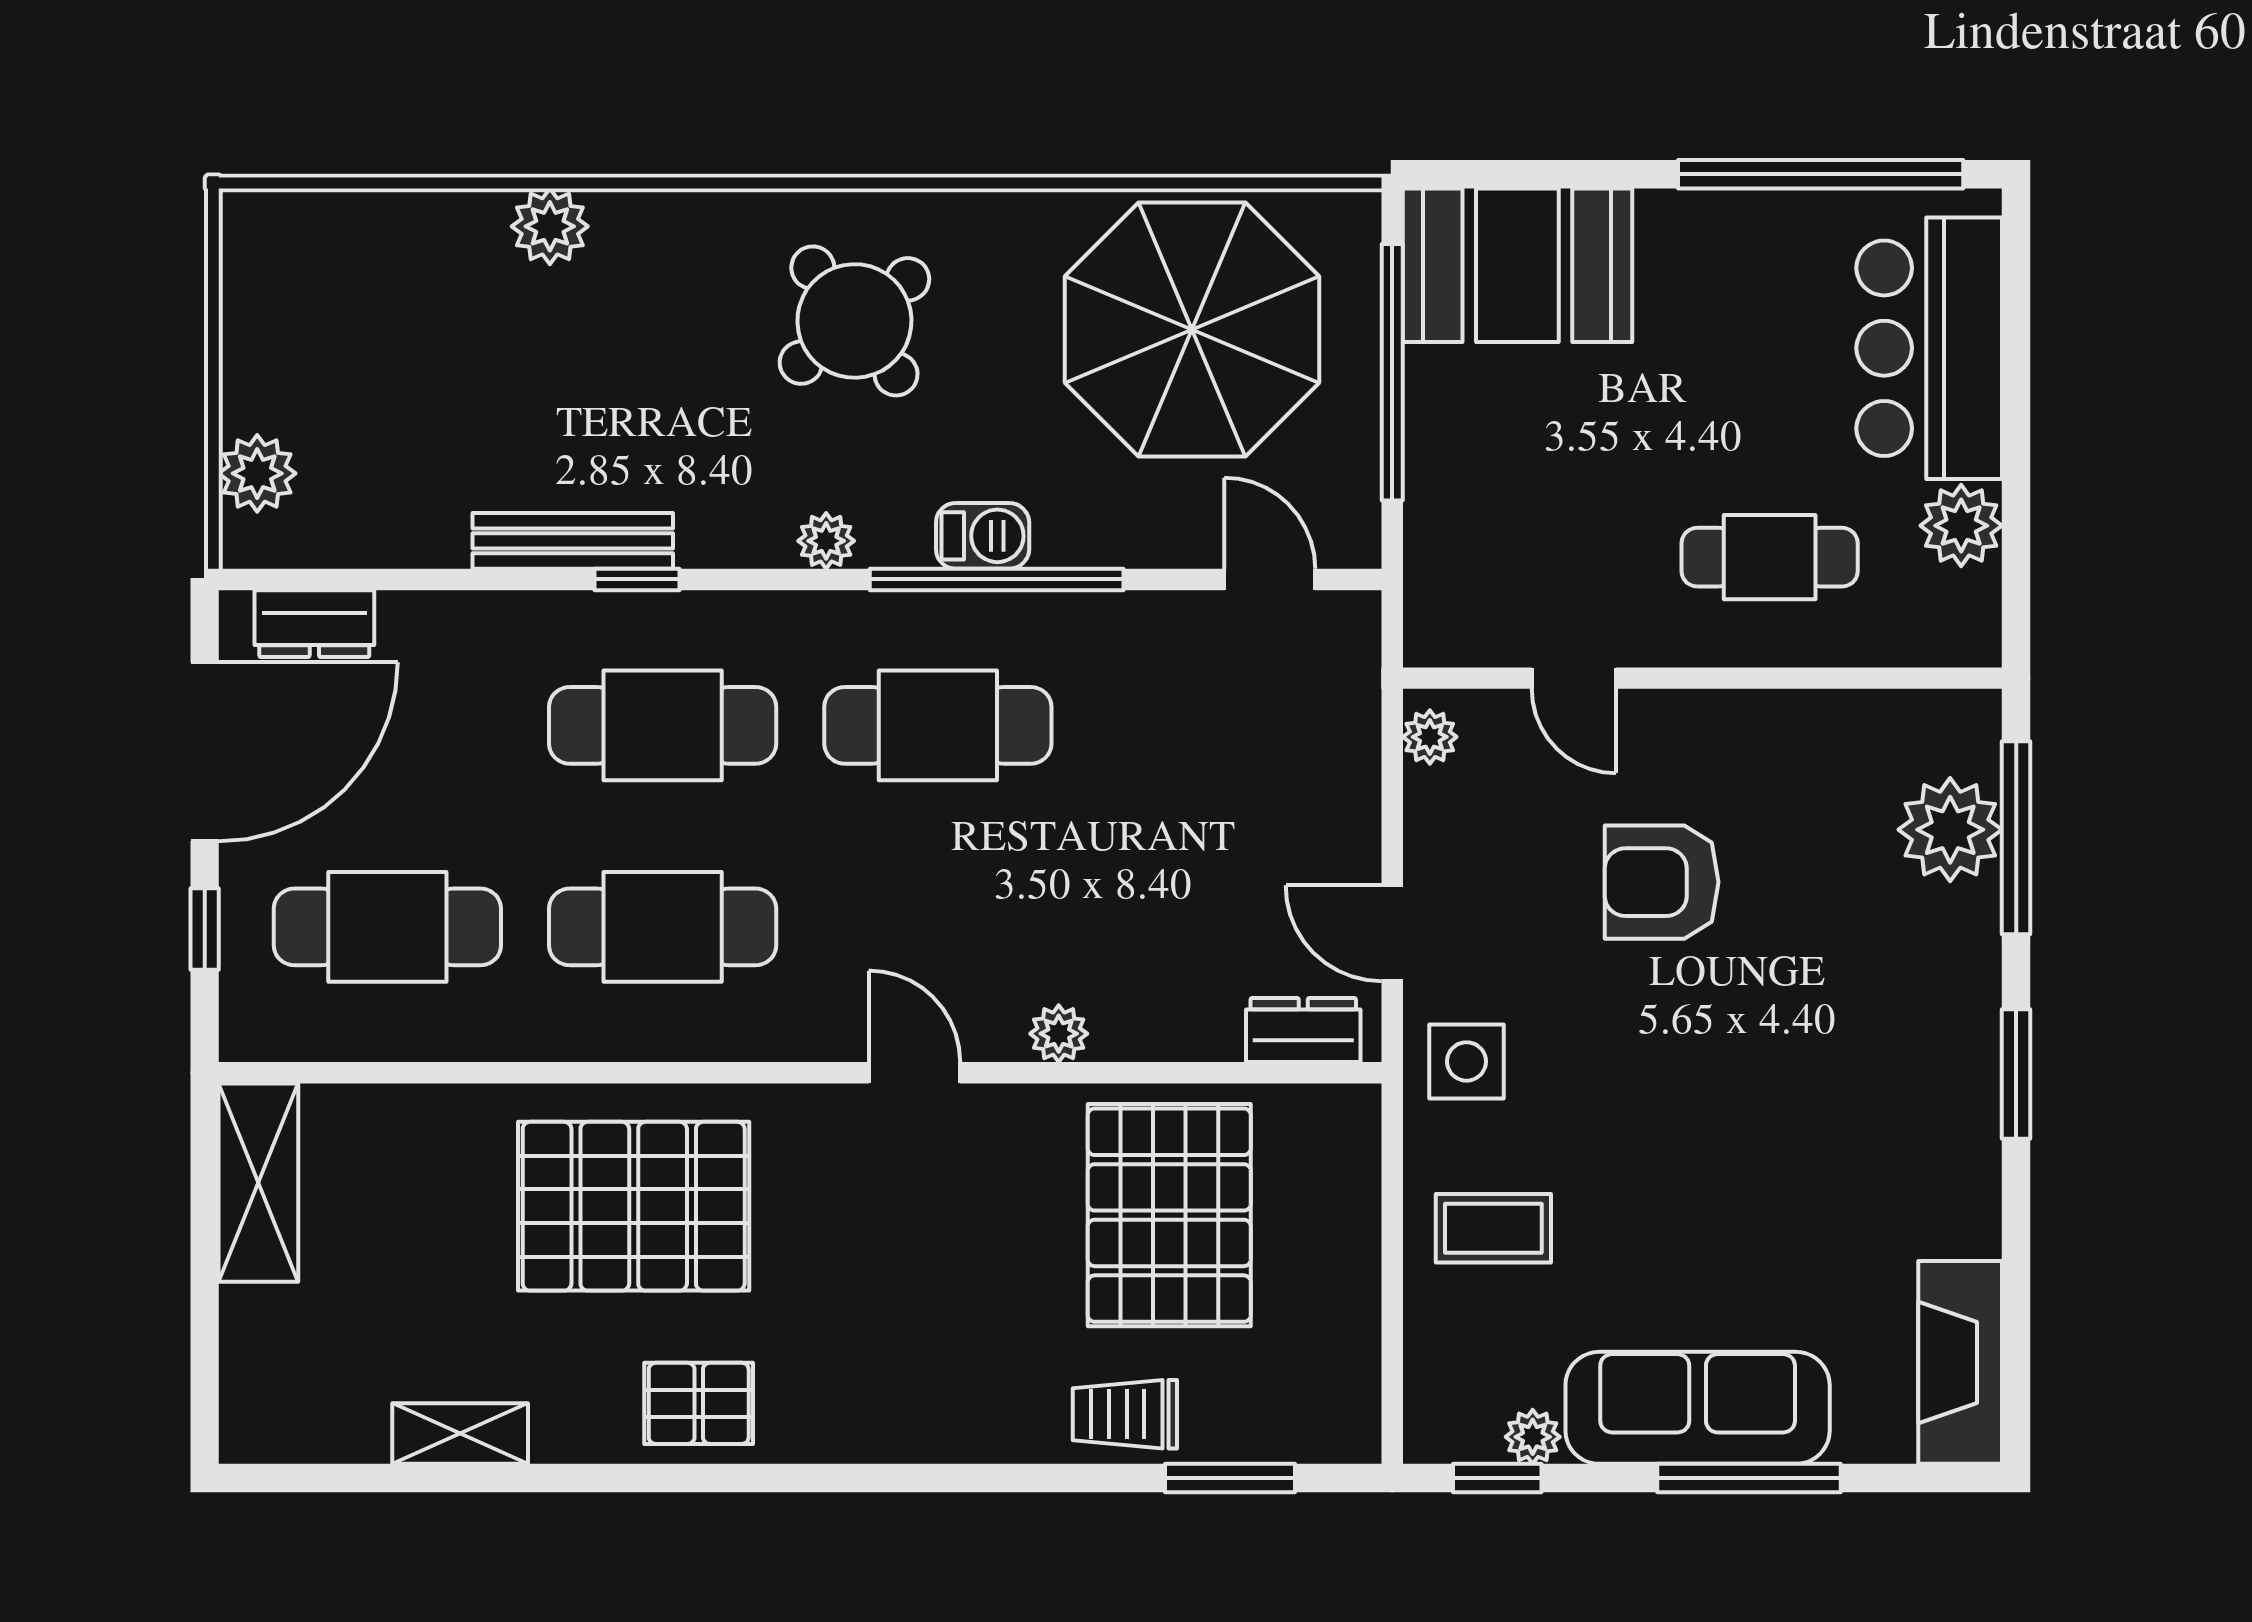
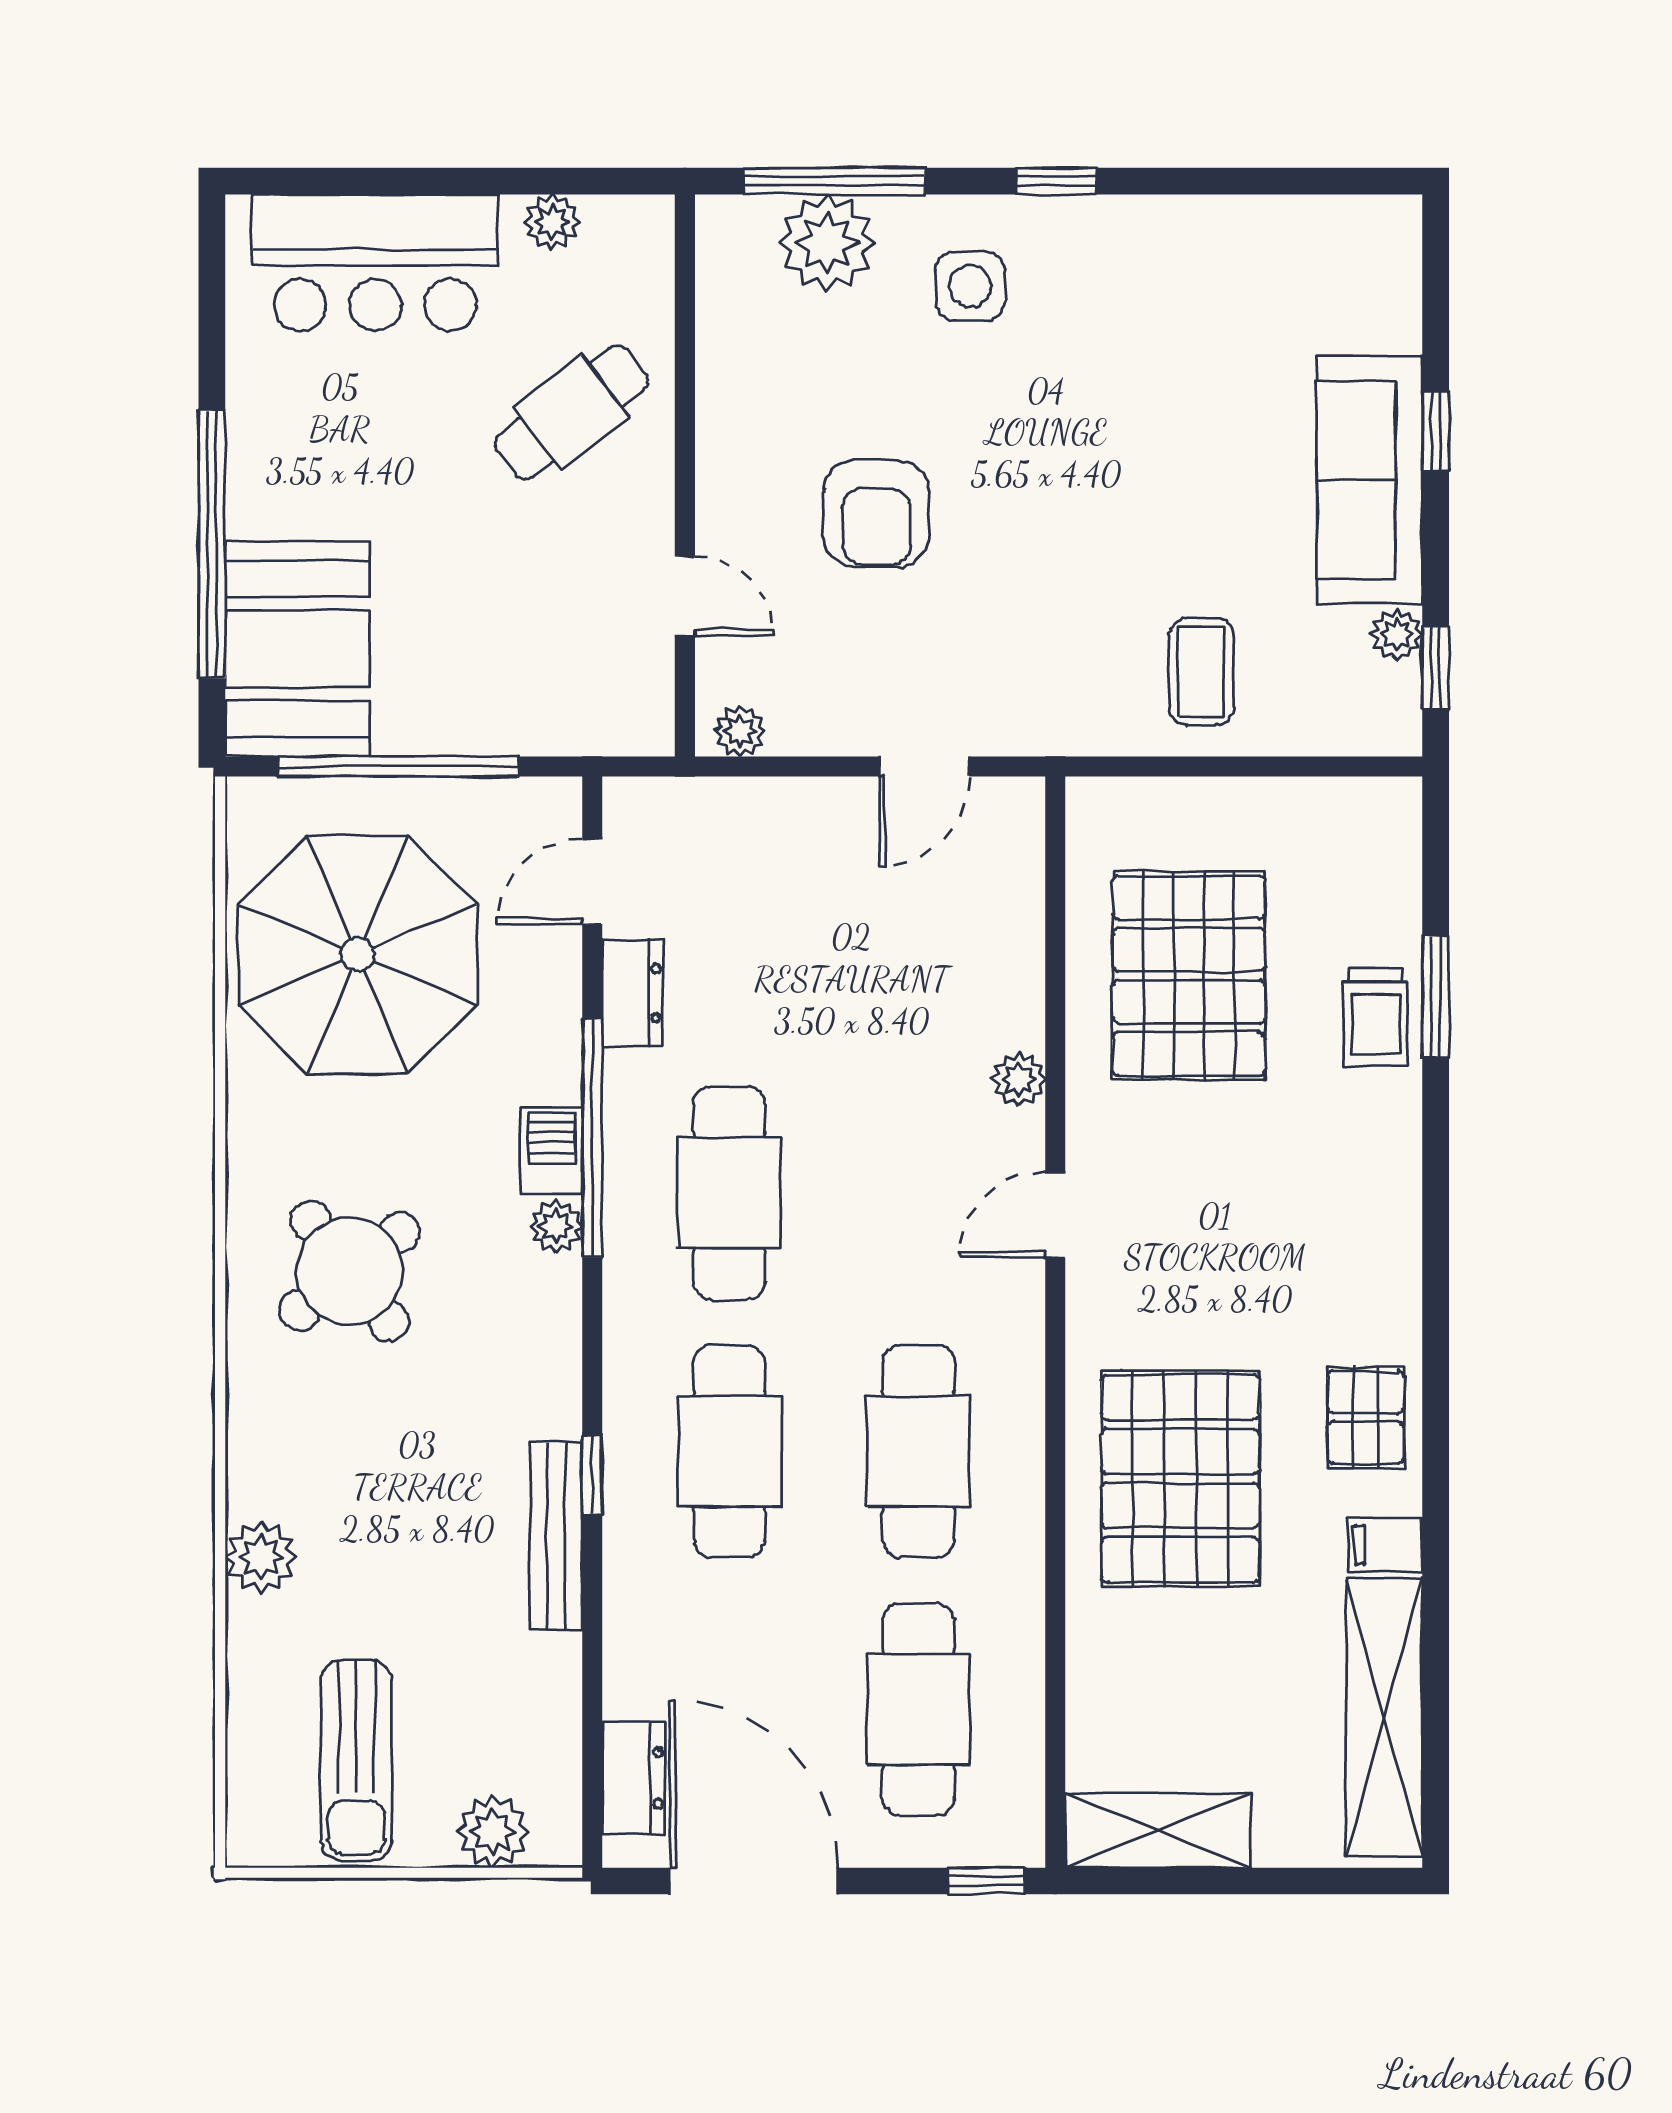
window: (1821, 174) -> (212, 544), moved
sun lounger: (333, 328) -> (356, 1760), added
plant: (1961, 526) -> (552, 222), width x0.73, depth x0.73
plant: (826, 541) -> (556, 1226), moved
cafe table: (1770, 557) -> (571, 412), turned 52
door: (1574, 678) -> (685, 596), hinge flipped
window: (205, 929) -> (987, 1881), moved
dresser: (1303, 1030) -> (632, 993), moved, turned 180
side table: (1467, 1061) -> (970, 286), moved
window: (2016, 1074) -> (1056, 181), width x0.67
pallet: (1169, 1215) -> (1189, 976), turned 90
fireplace: (1960, 1362) -> (1327, 233), removed
filing cabinet: (563, 1425) -> (1385, 1545), added
shelving: (460, 1434) -> (1384, 1718), width x2.20, depth x1.33
window: (1230, 1478) -> (1436, 997), moved
window: (1749, 1478) -> (1436, 432), width x0.46

